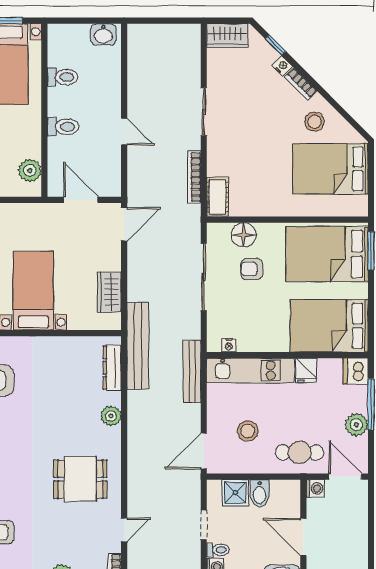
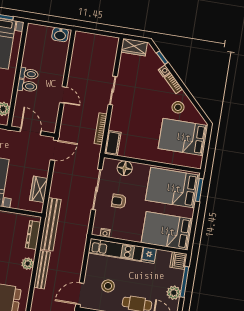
toilet: (63, 77) -> (29, 74), moved
armchair: (252, 269) -> (119, 201), moved
bench: (192, 371) -> (42, 270), moved

